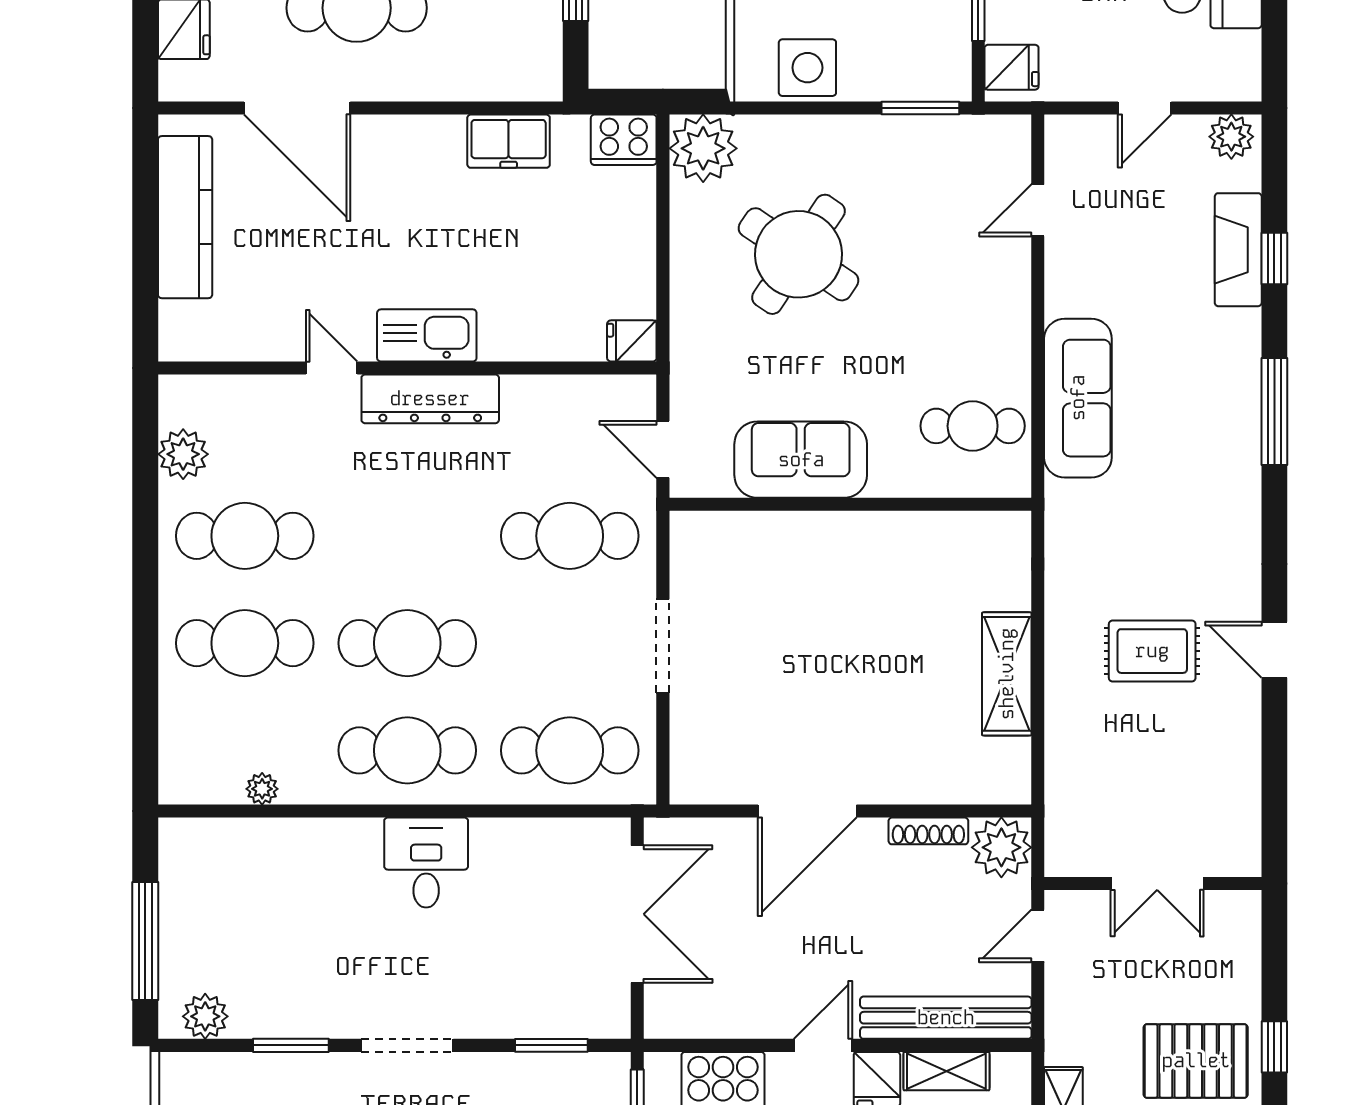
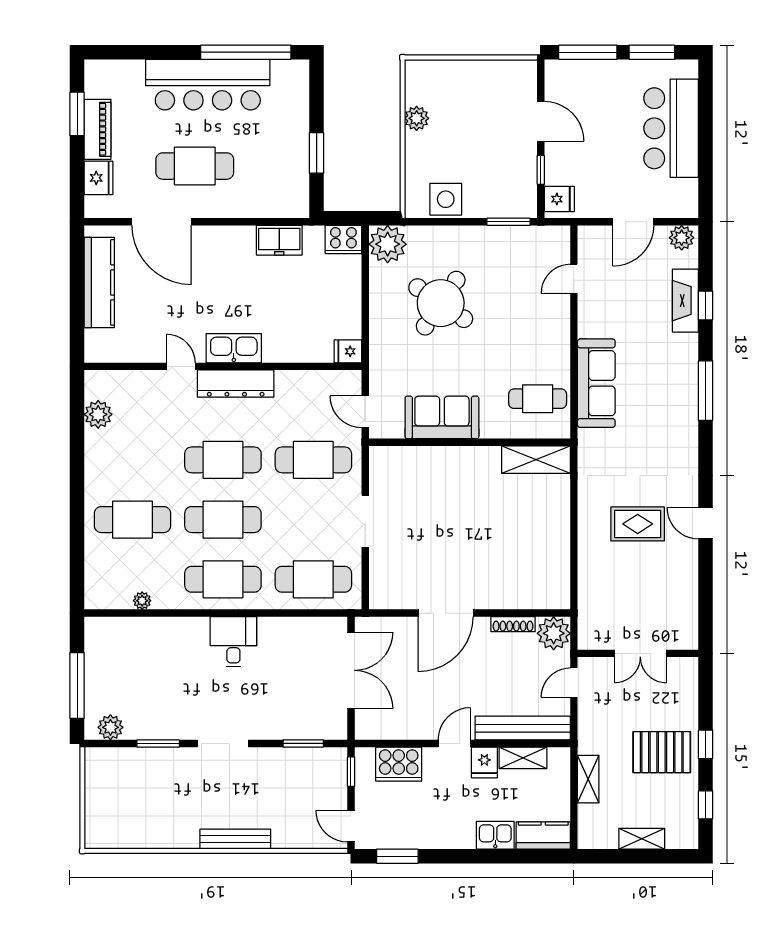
door: (1145, 108) -> (633, 222), width x1.38
cafe table: (245, 536) -> (223, 460), moved
shelving: (1007, 674) -> (536, 460), moved, turned 90

